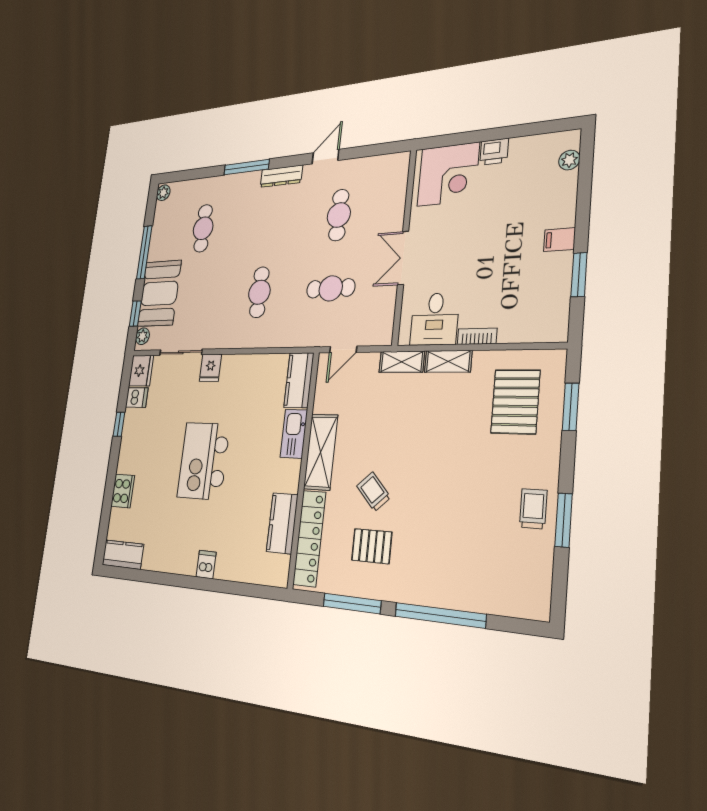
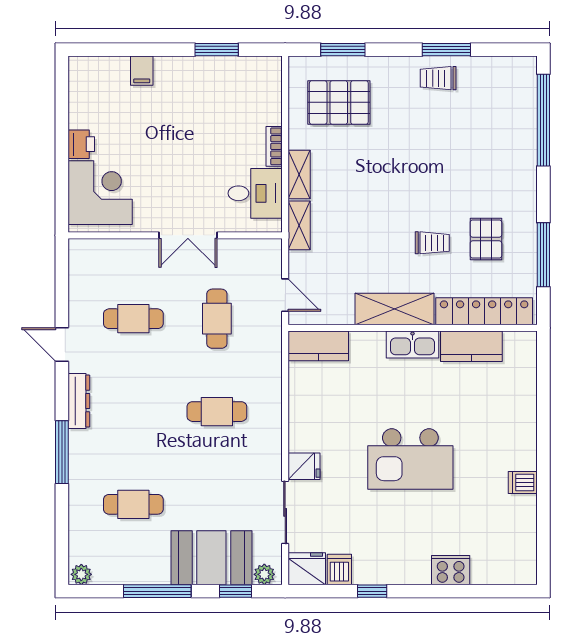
plant: (569, 160) -> (100, 66), removed
filing cabinet: (559, 240) -> (142, 71), moved
kitchen sink: (294, 434) -> (413, 345), moved
trolley: (374, 492) -> (432, 243), turned -137
kitchen counter: (123, 555) -> (523, 556), removed
dishwasher: (206, 564) -> (523, 482), moved
window: (440, 615) -> (543, 120), moved

